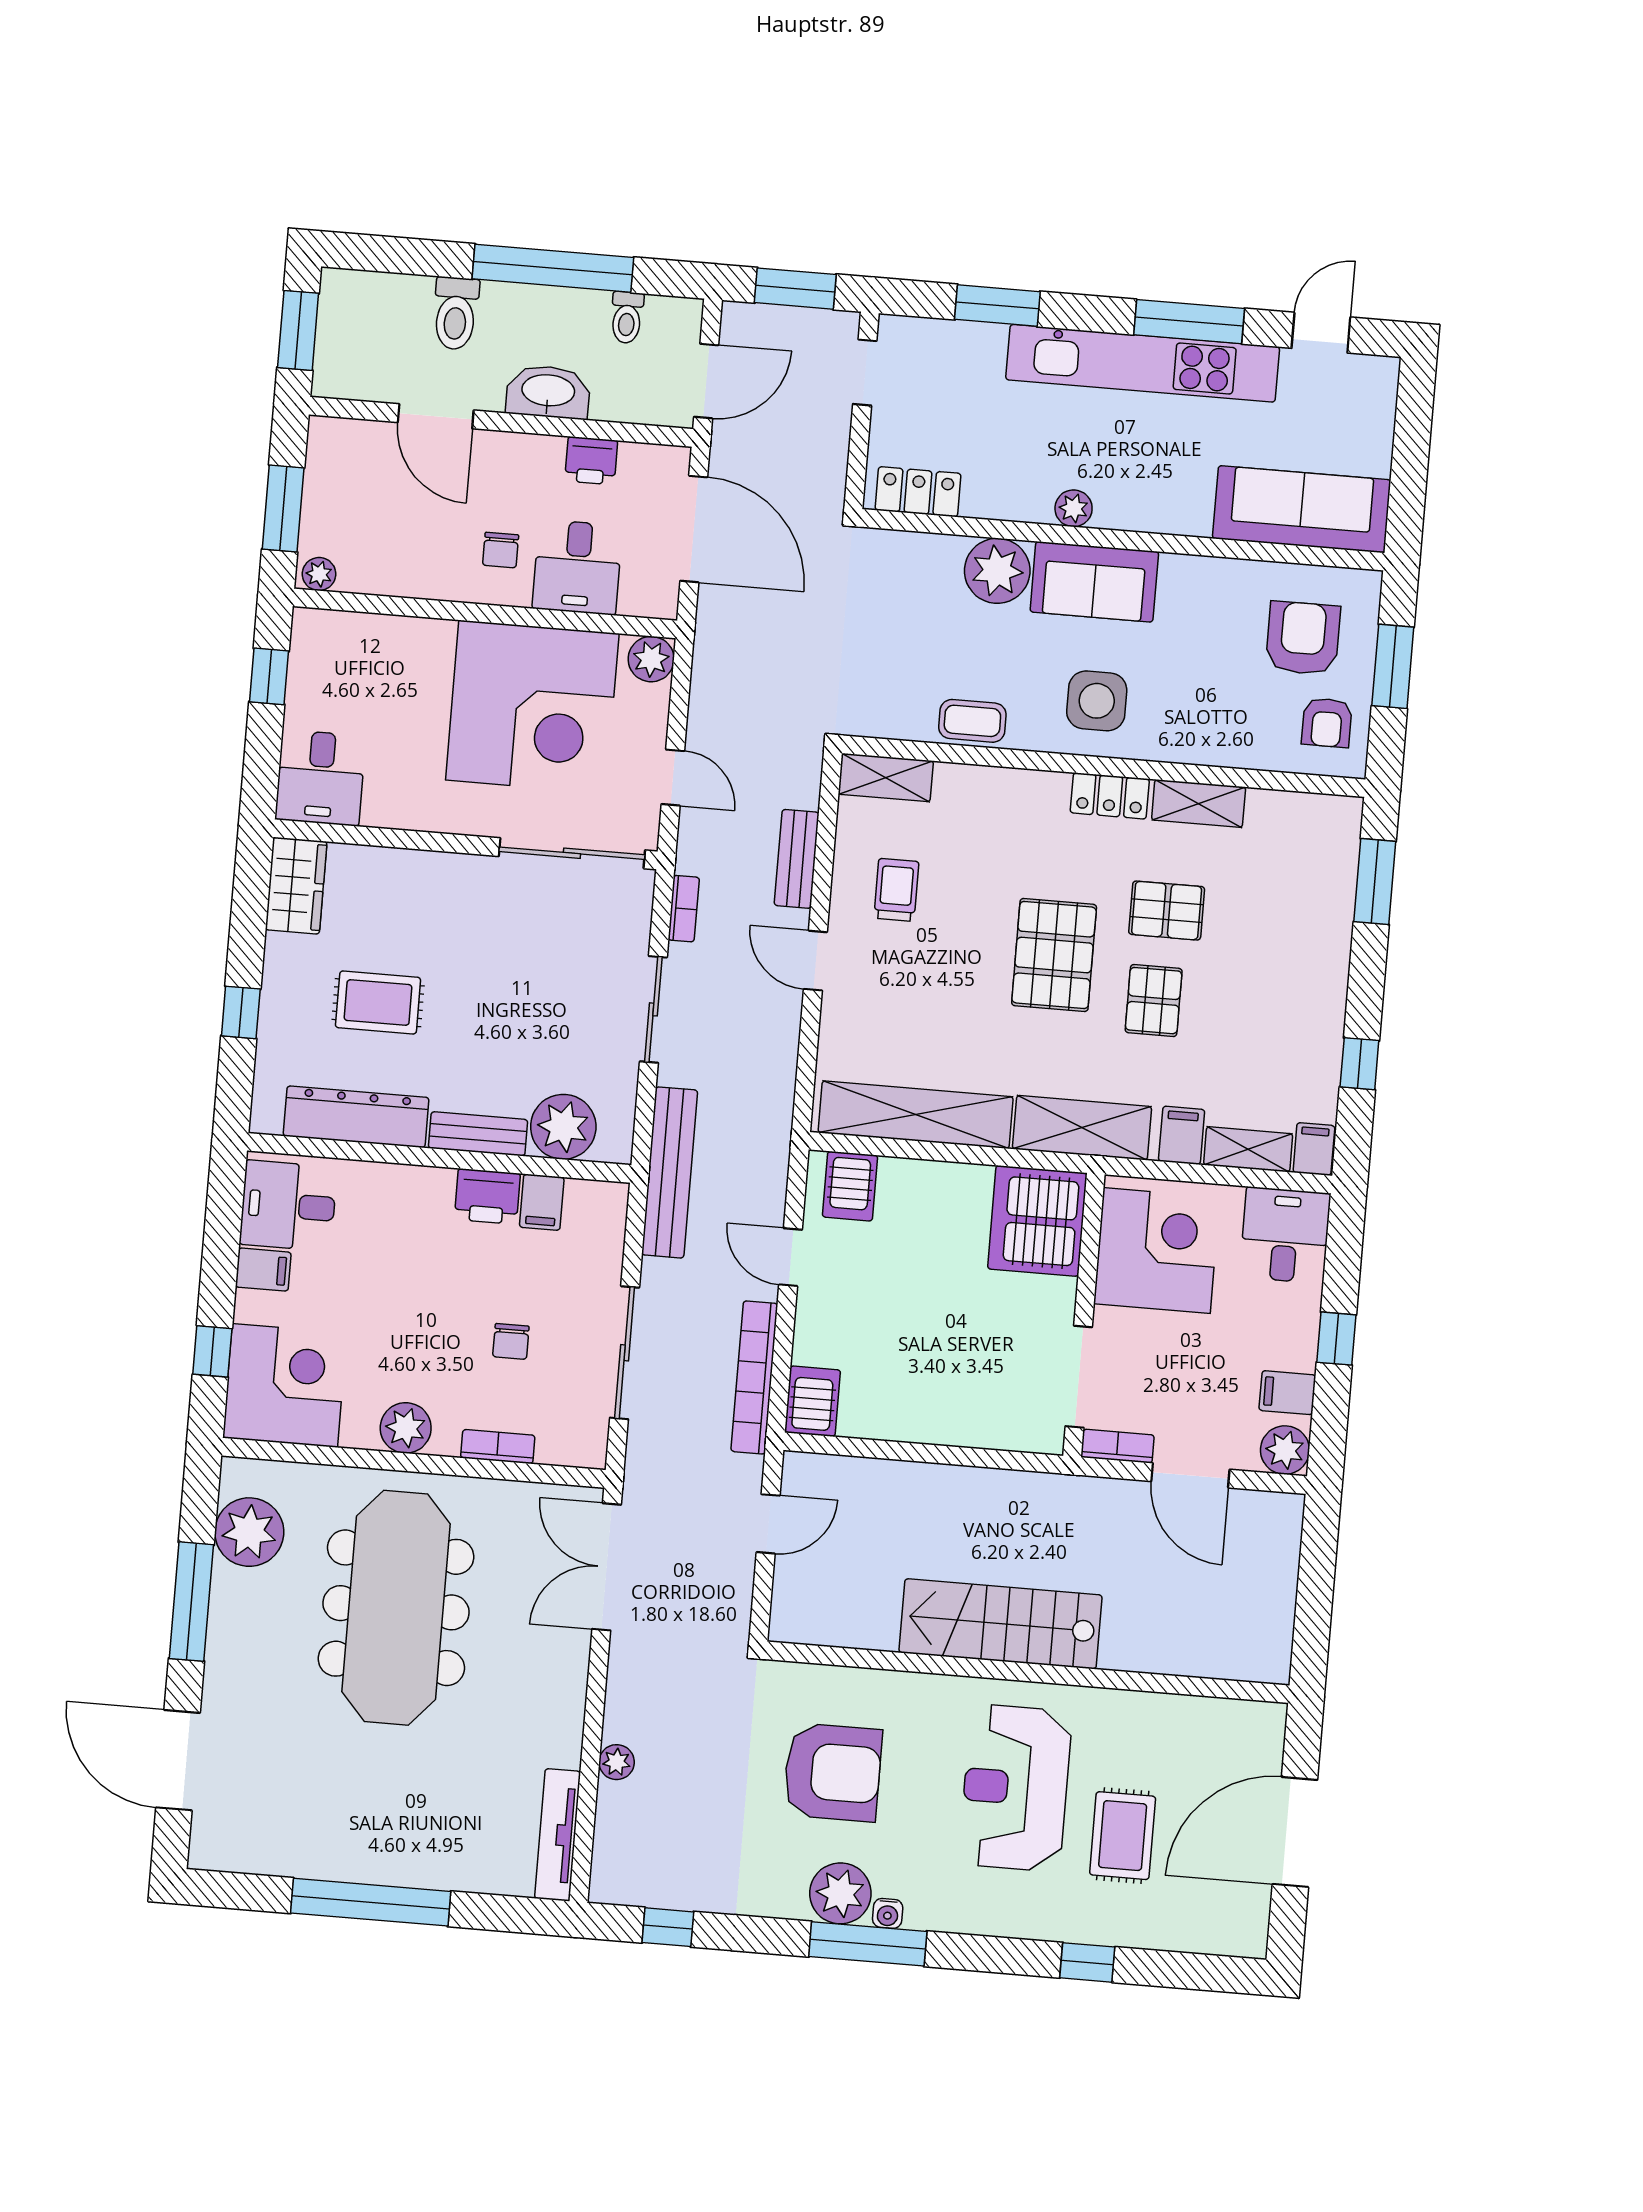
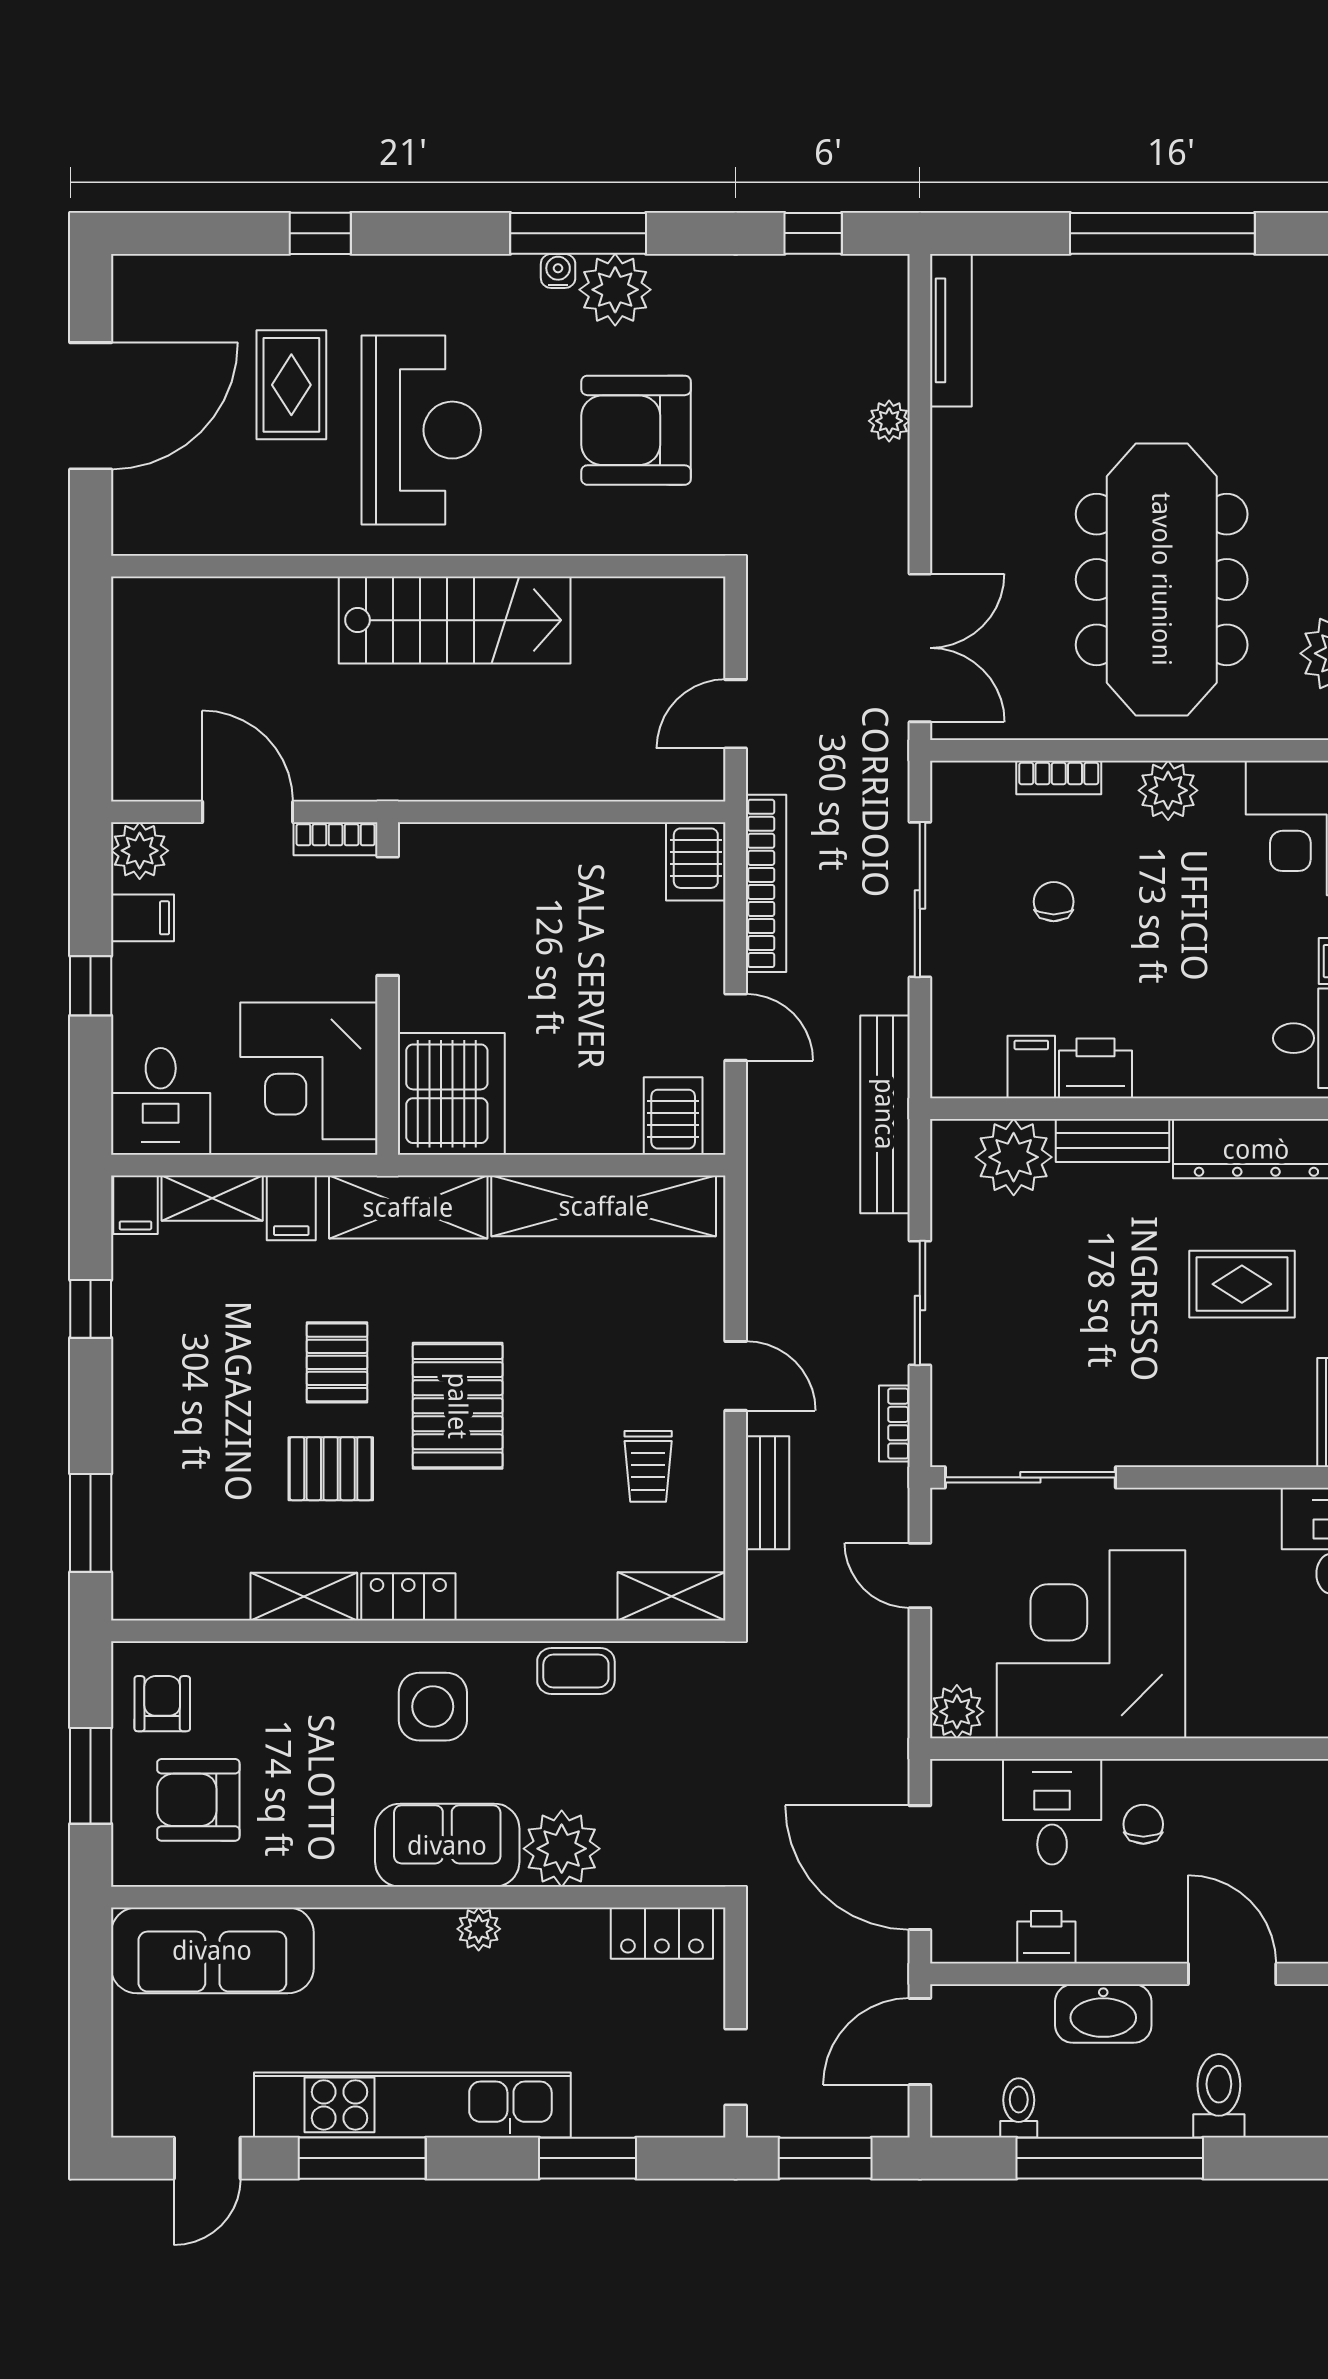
armchair: (1303, 638) -> (198, 1800), turned 90

